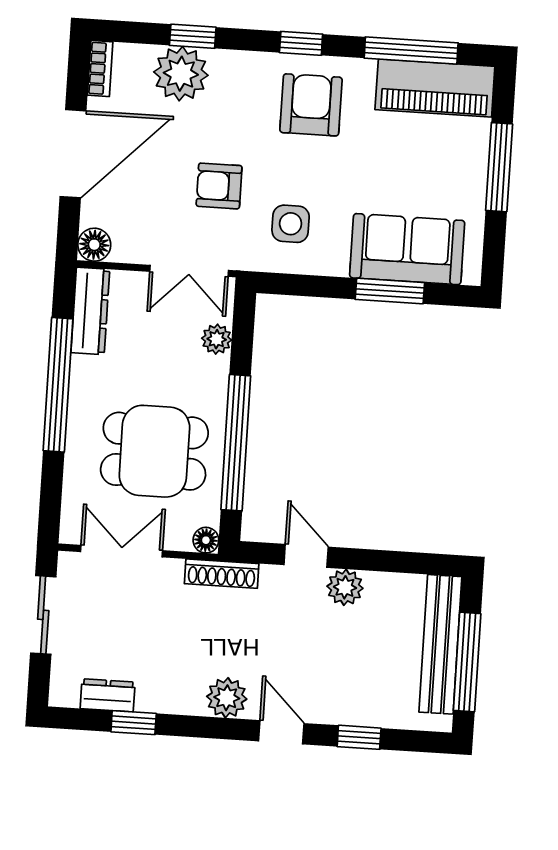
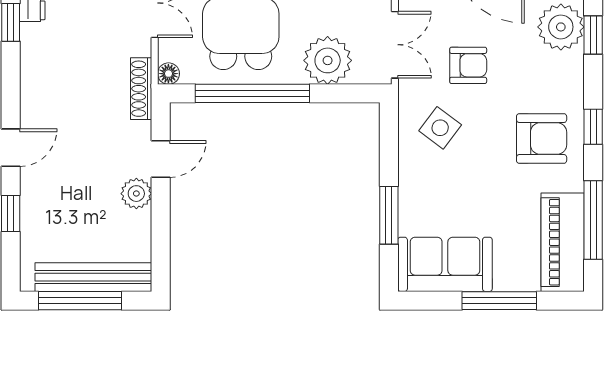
armchair: (219, 186) -> (468, 65), turned 90
side table: (291, 224) -> (440, 128), turned 37
sofa: (407, 249) -> (445, 264), moved, turned -90
double door: (189, 271) -> (395, 45), swing flipped
plant: (217, 339) -> (328, 60), width x1.87, depth x1.87
plant: (227, 698) -> (37, 100), removed

